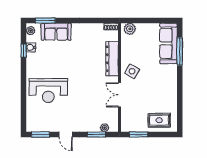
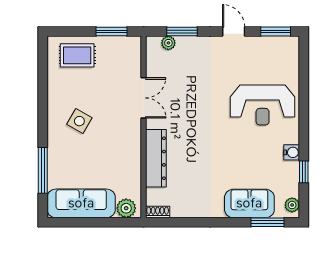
sofa: (168, 43) -> (81, 203), moved, turned -90
water cooler: (31, 47) -> (292, 152), moved
side table: (132, 71) -> (79, 121), moved
reception desk: (48, 91) -> (263, 105), turned 180

